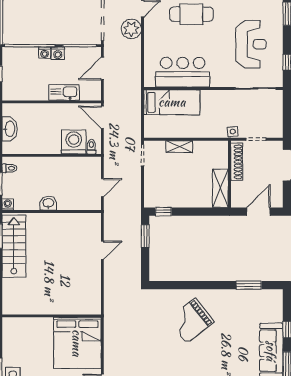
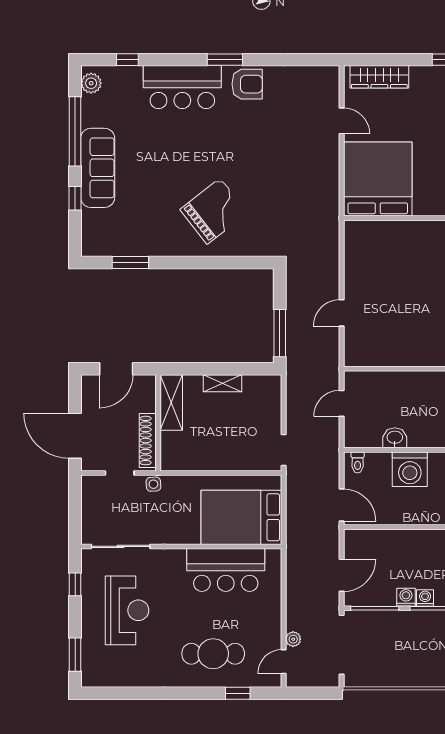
plant: (131, 29) -> (293, 639), width x0.53, depth x0.53
reception desk: (251, 44) -> (127, 610), turned 180
kitchen sink: (64, 93) -> (397, 541), removed
bed: (172, 102) -> (241, 517), width x1.50
washing machine: (74, 142) -> (410, 469), moved
shelving: (179, 147) -> (222, 383), moved
washbasin: (48, 203) -> (395, 438), moved, turned 180
window: (163, 212) -> (254, 369), removed
window: (145, 236) -> (280, 333), width x1.44

